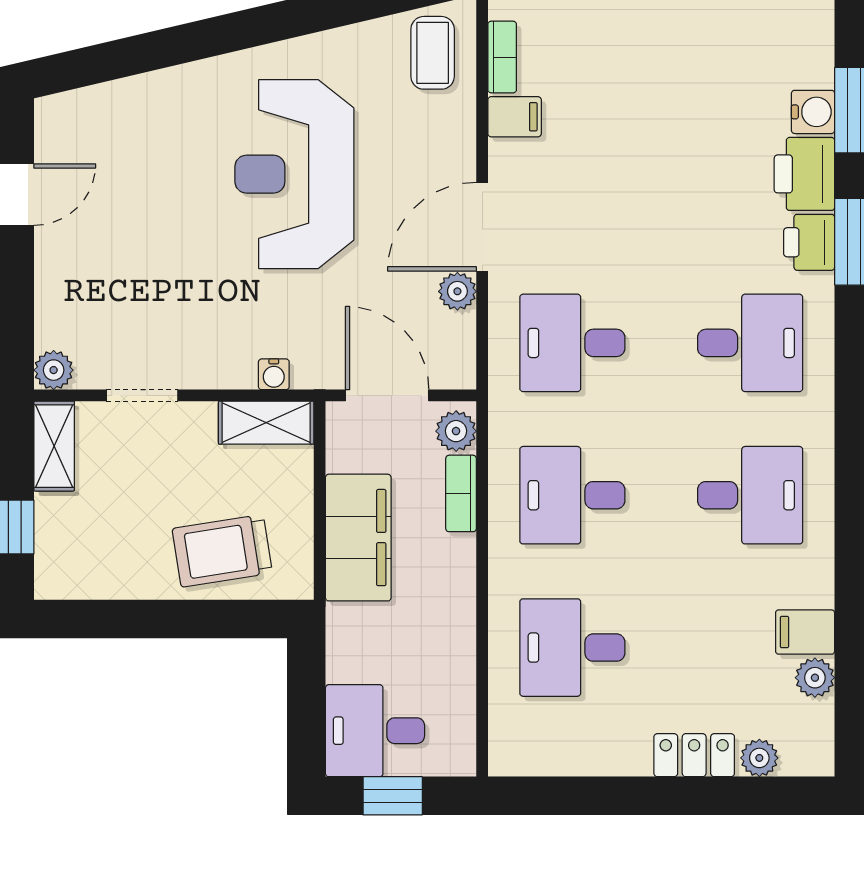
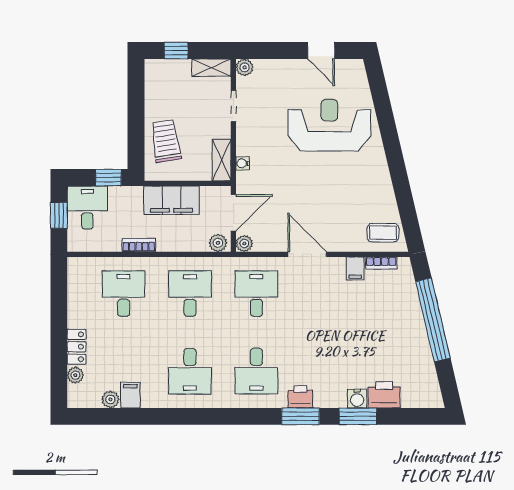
reception desk: (294, 174) -> (329, 125), moved
printer: (804, 174) -> (384, 395), moved
plant: (457, 291) -> (244, 243), moved
bookcase: (461, 493) -> (139, 245), moved
window: (306, 682) -> (108, 178), added

